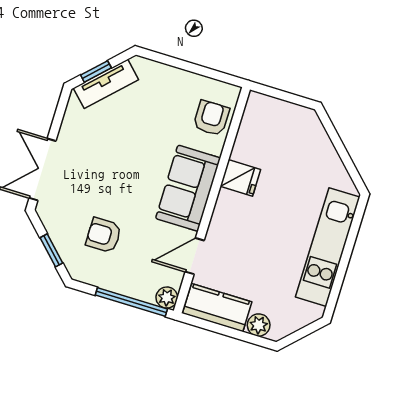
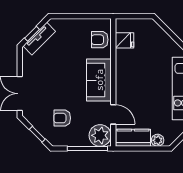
armchair: (211, 118) -> (100, 40), turned -90
fridge: (240, 178) -> (125, 40), moved
door: (195, 256) -> (113, 114), swing flipped
plant: (167, 298) -> (100, 135), width x1.88, depth x1.88

